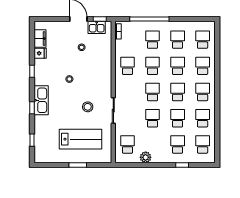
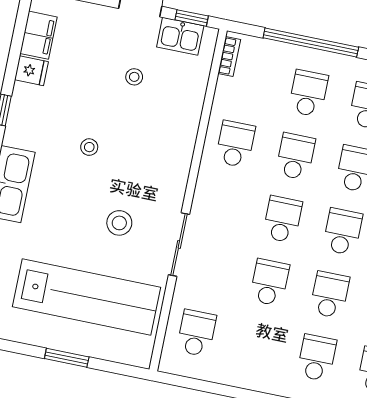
lab bench: (81, 139) -> (86, 297), width x1.36
plant: (146, 157) -> (234, 373), removed

